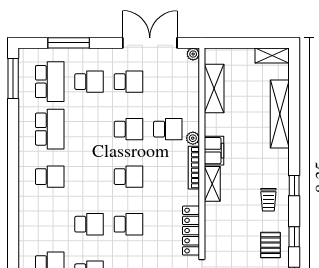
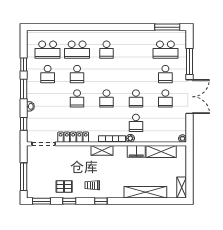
double door: (150, 43) -> (189, 97), moved
school desk: (50, 129) -> (77, 50), moved
filing cabinet: (214, 151) -> (136, 151), moved

